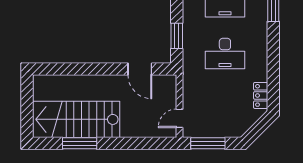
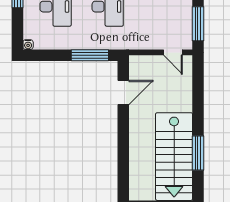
window: (177, 36) -> (90, 55), width x1.44

